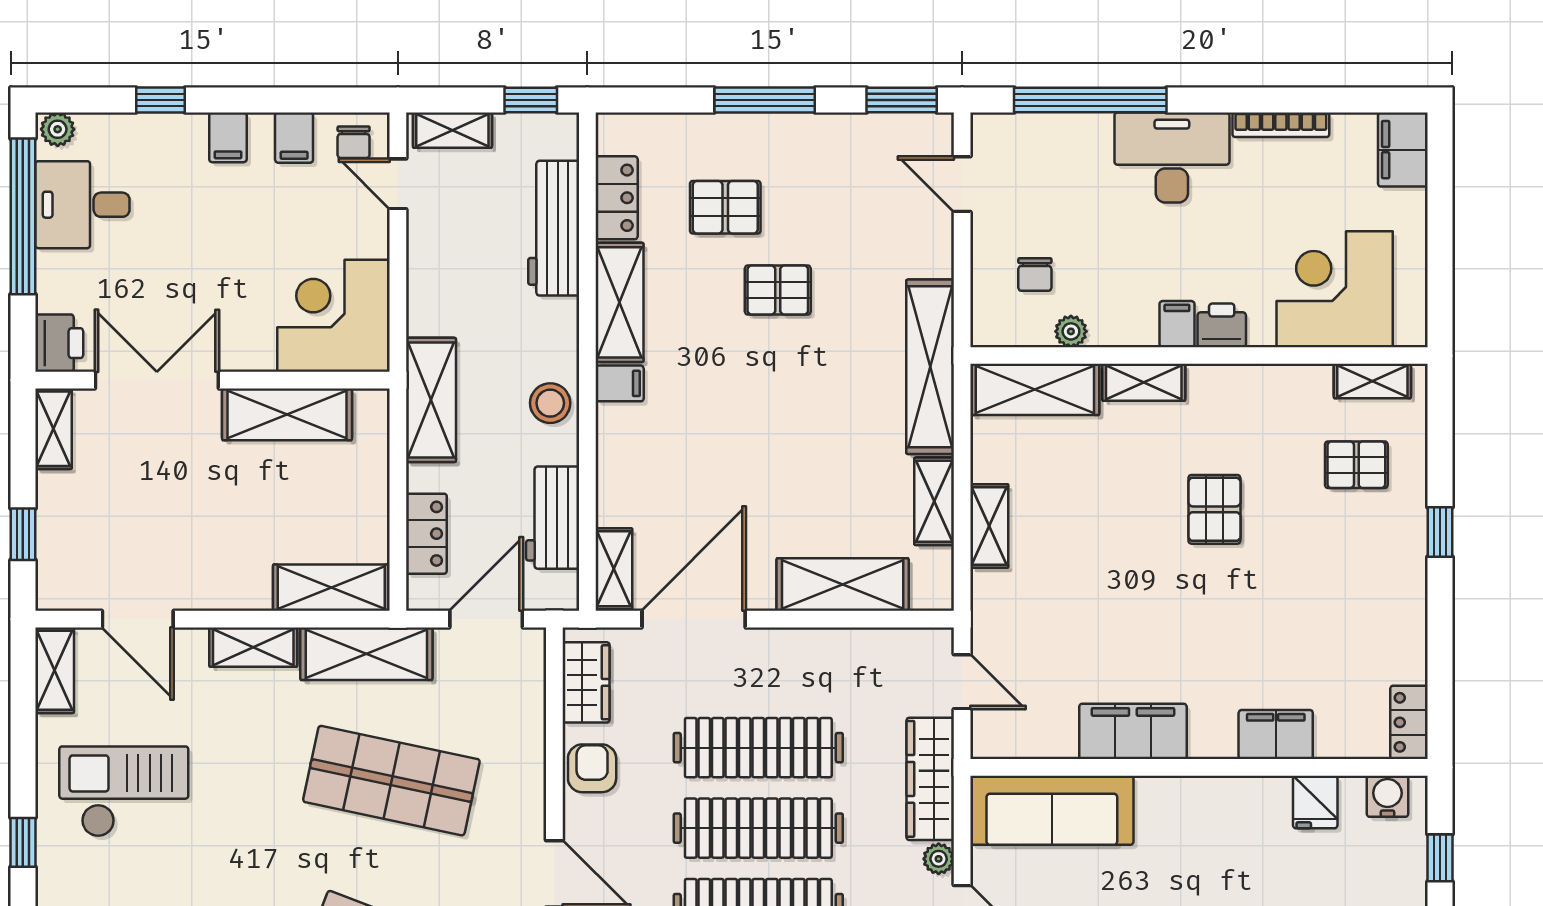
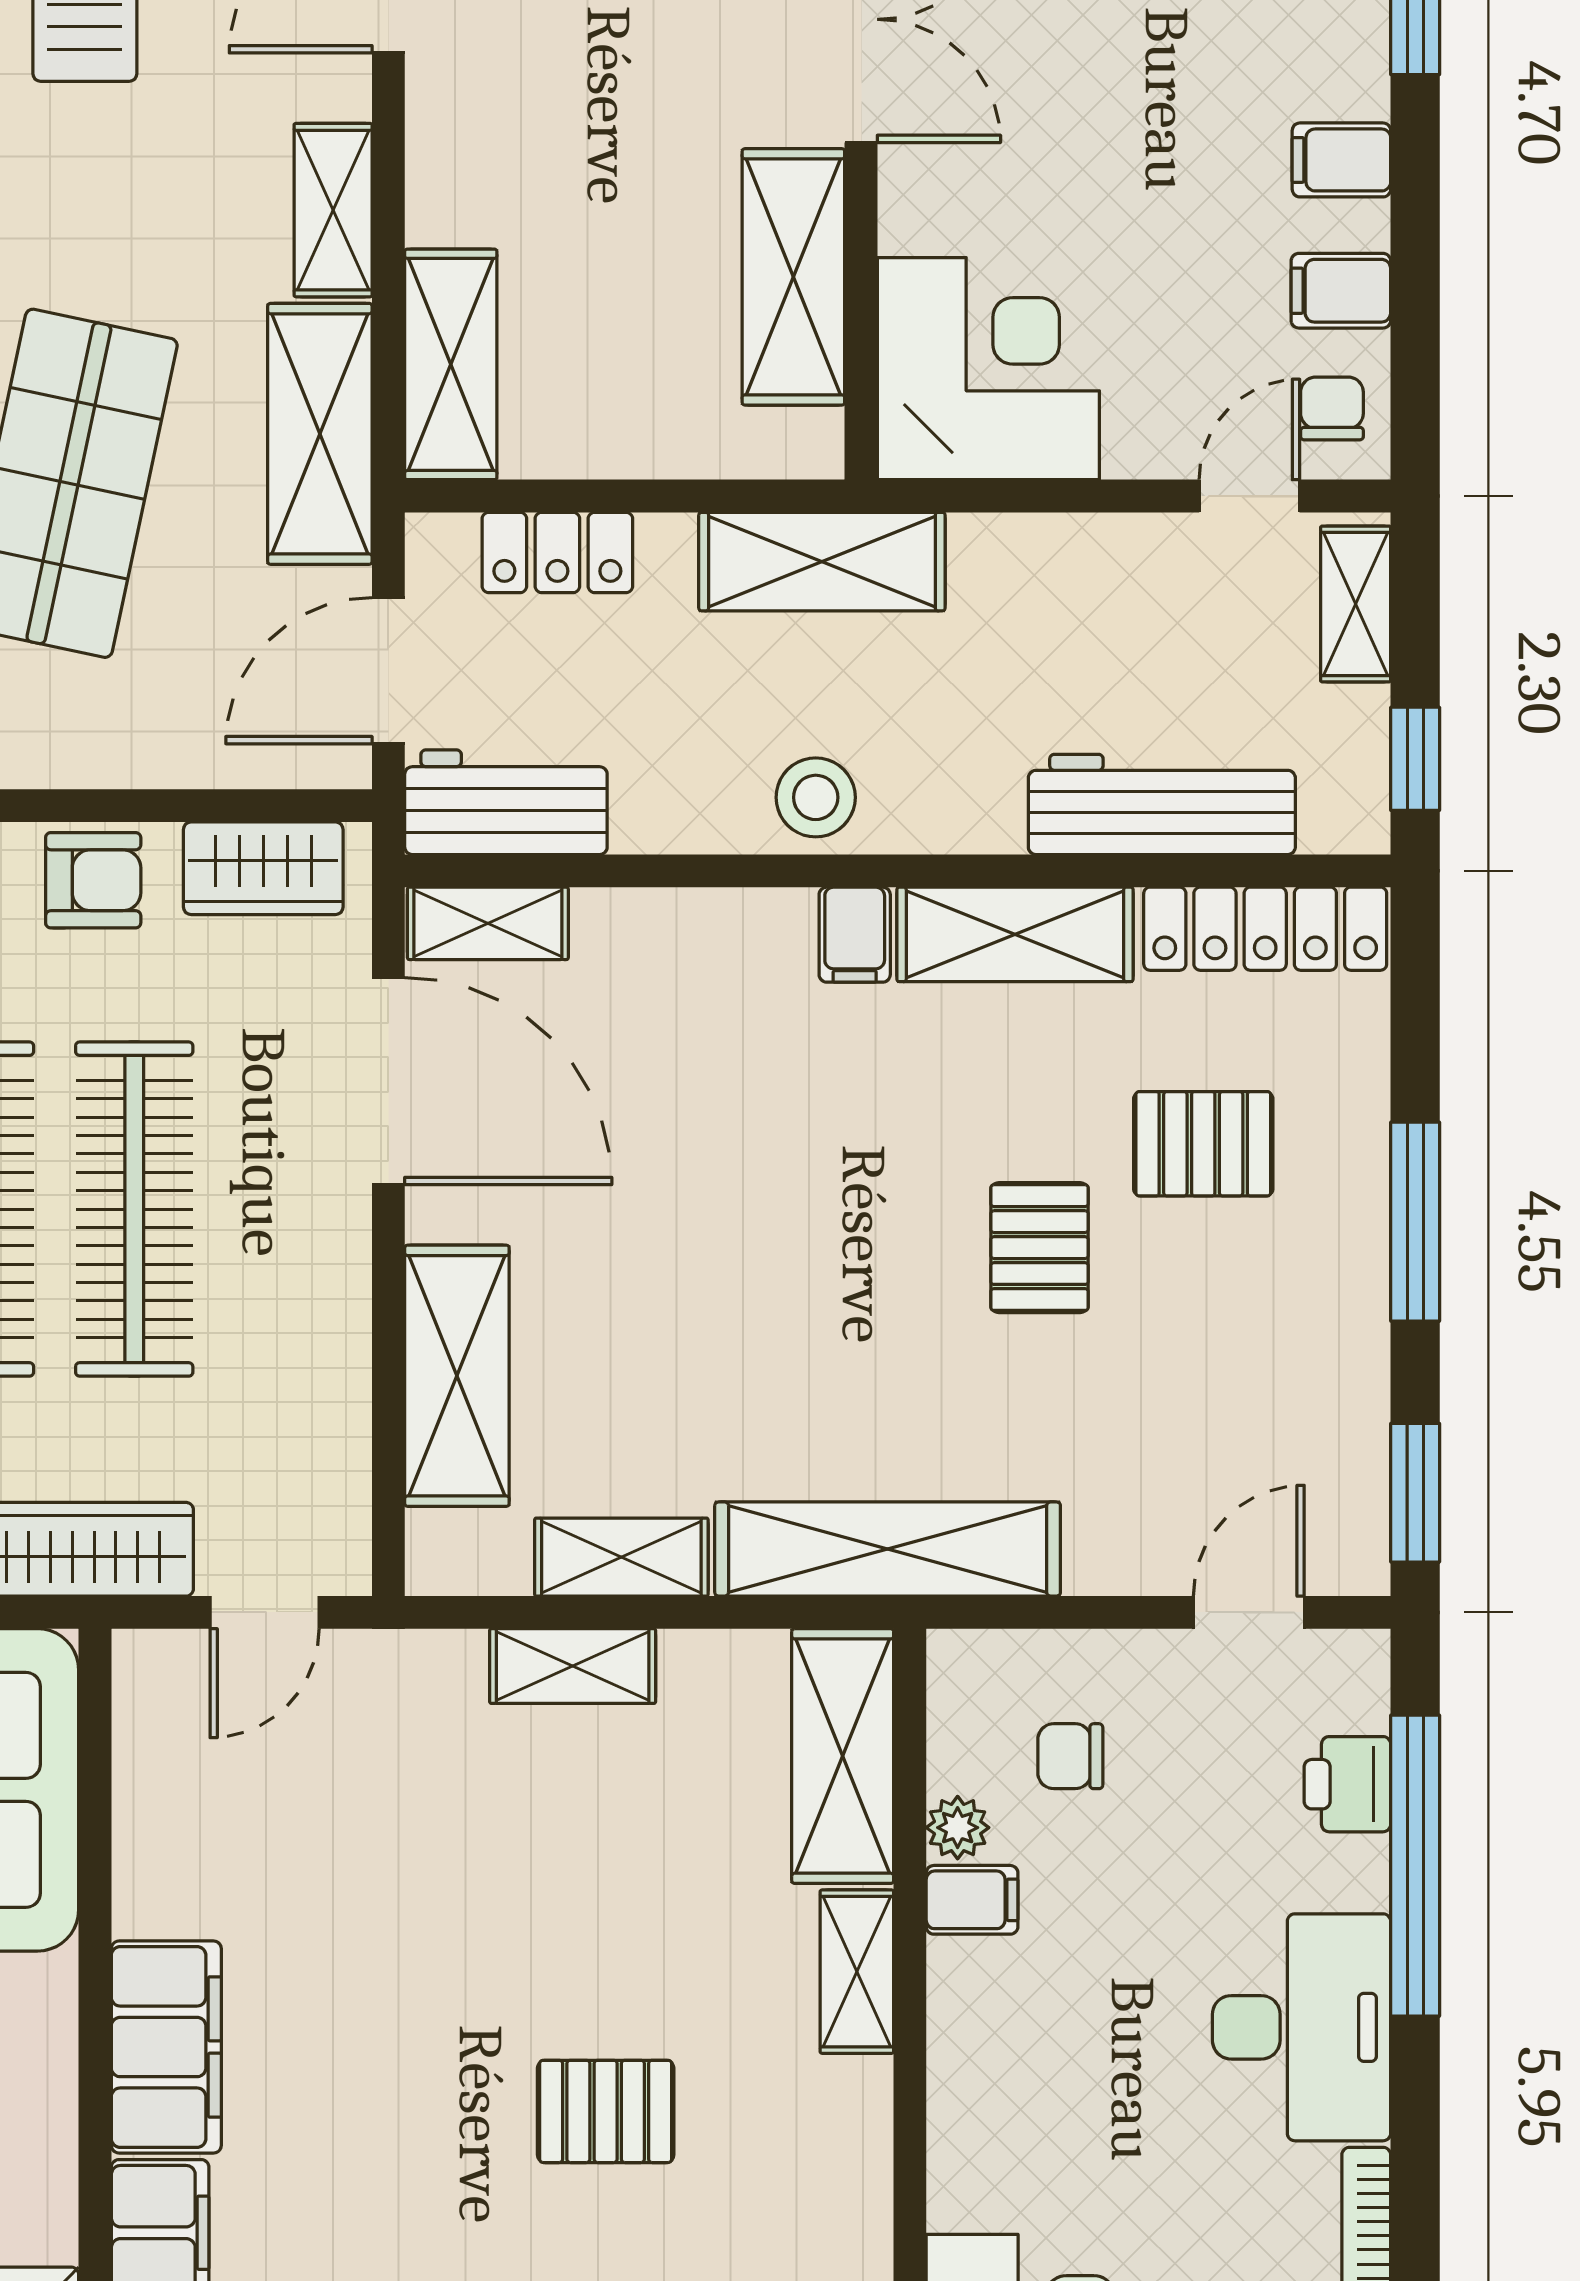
chair: (354, 142) -> (1332, 408), turned 90
locker: (617, 198) -> (1265, 929), width x1.53
pallet: (725, 207) -> (1203, 1144), turned 90
filing cabinet: (1177, 324) -> (972, 1900), moved
printer: (1222, 325) -> (1347, 1784), moved, turned 180
workbench: (553, 518) -> (506, 802), moved
door: (486, 619) -> (388, 671), swing flipped
filing cabinet: (1133, 731) -> (166, 2047), moved

